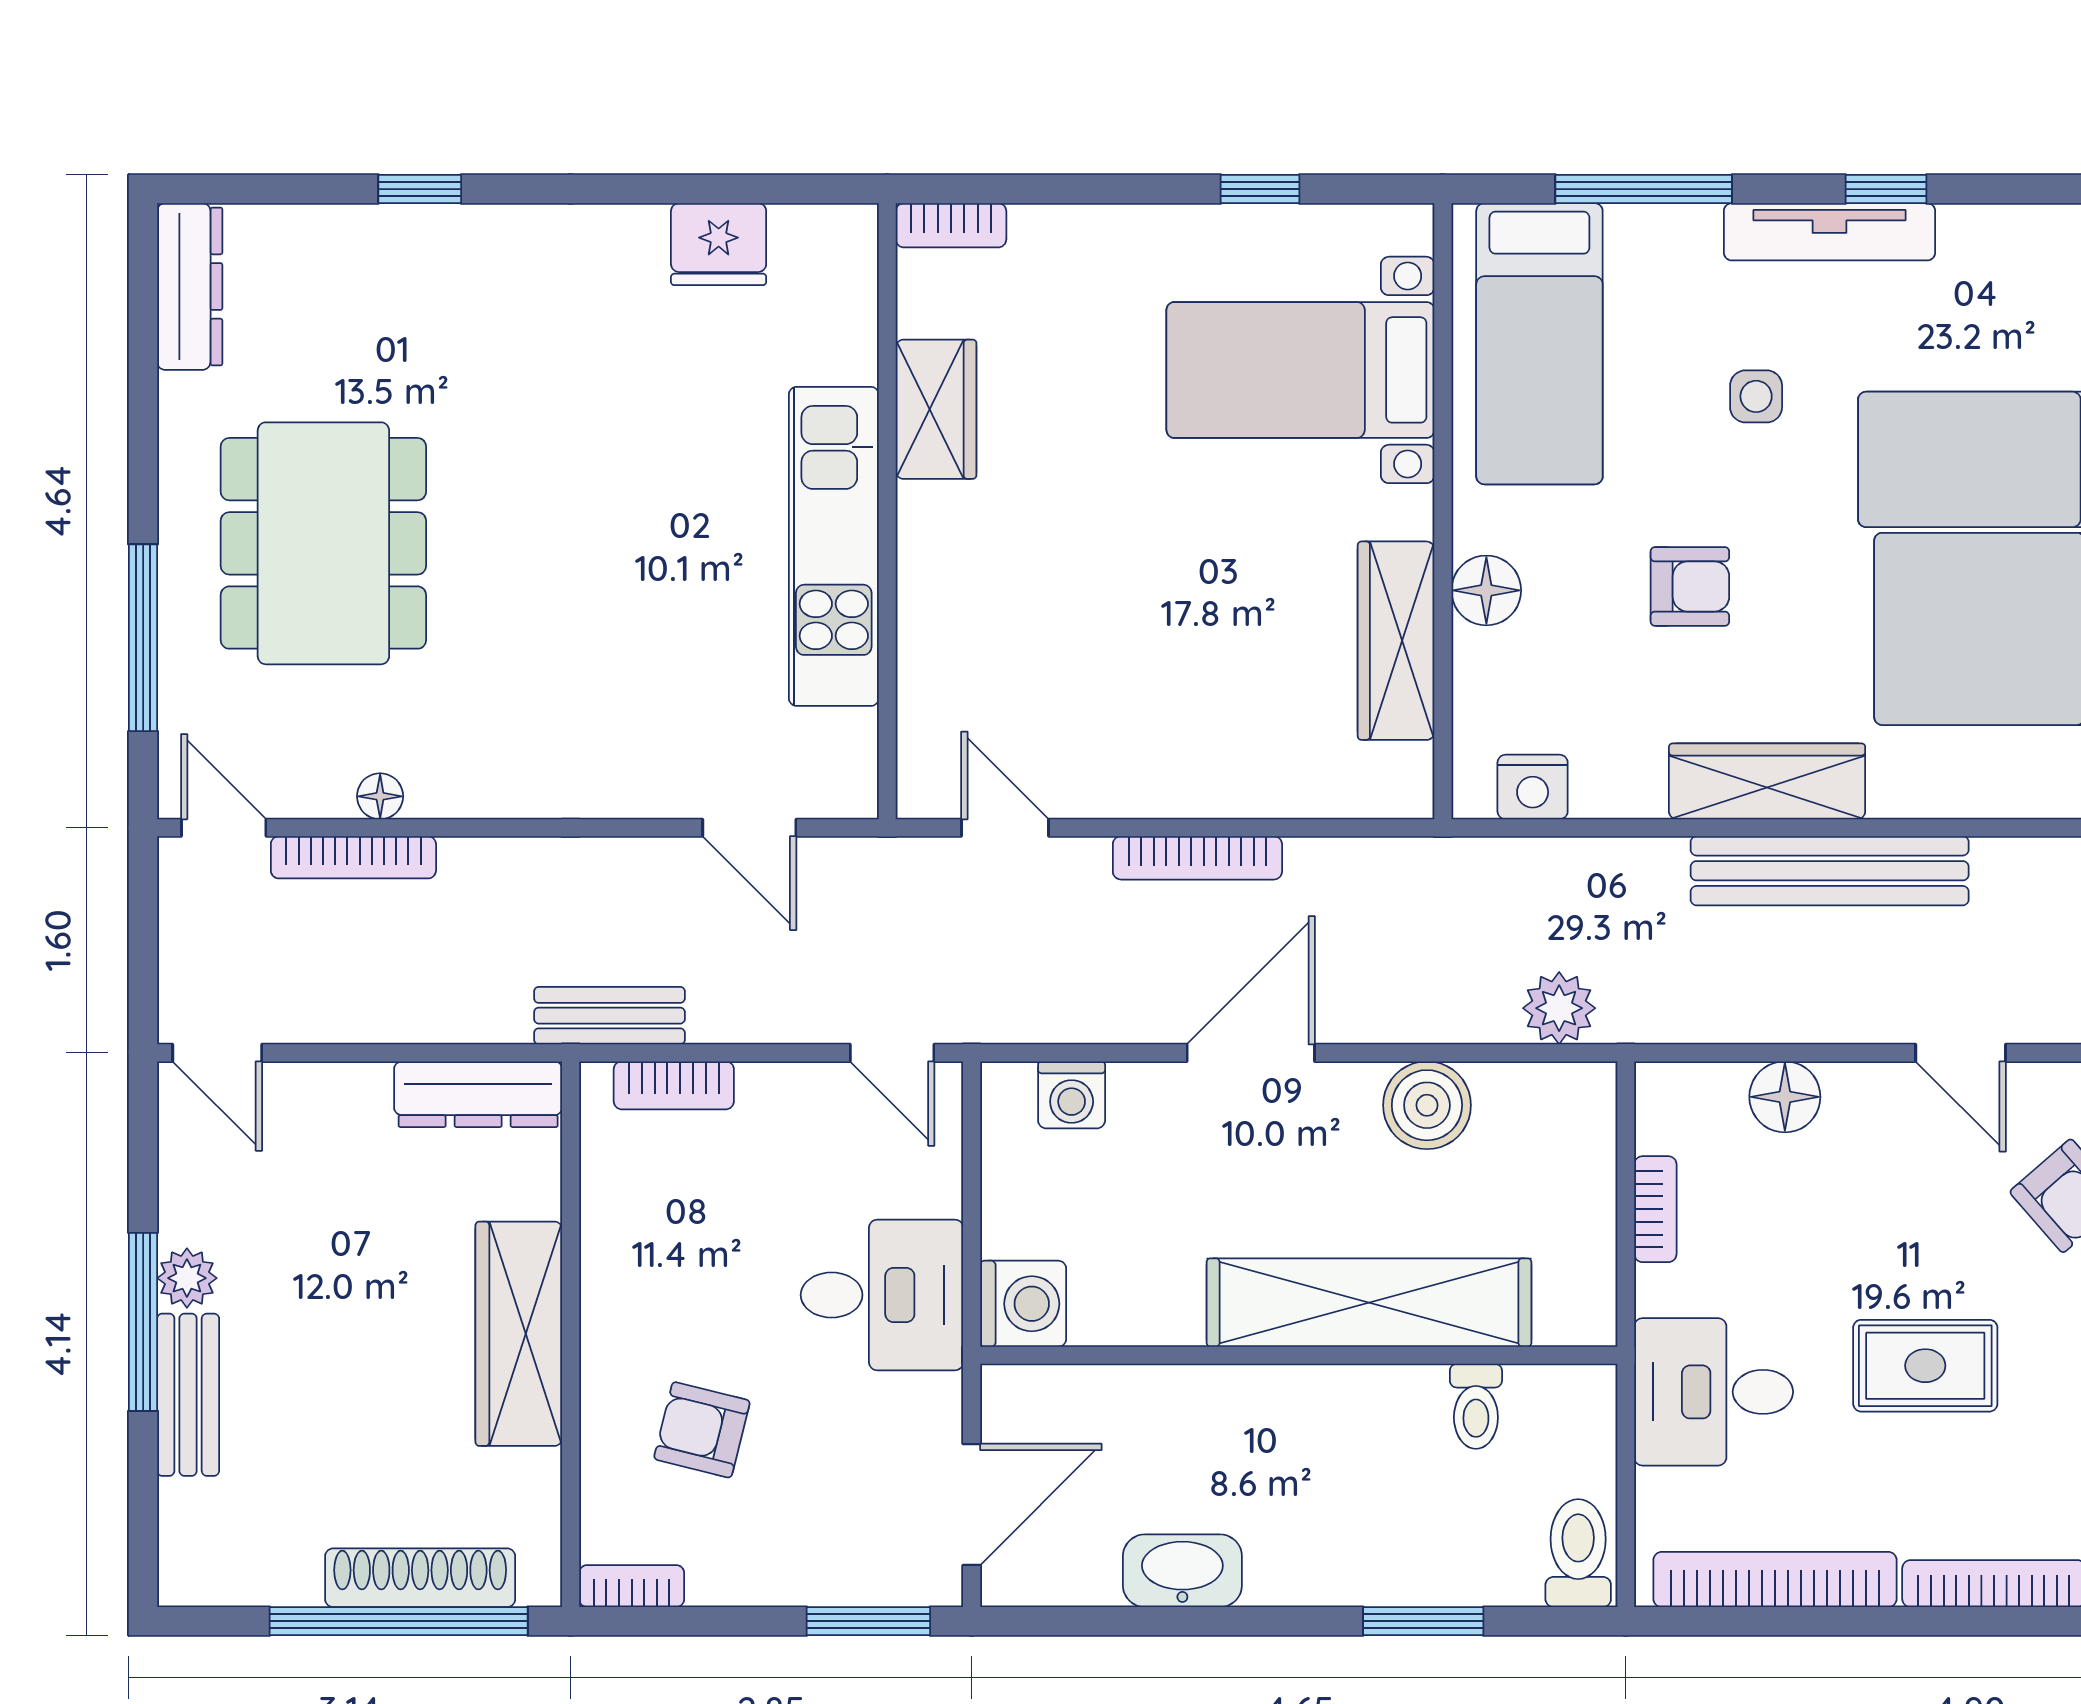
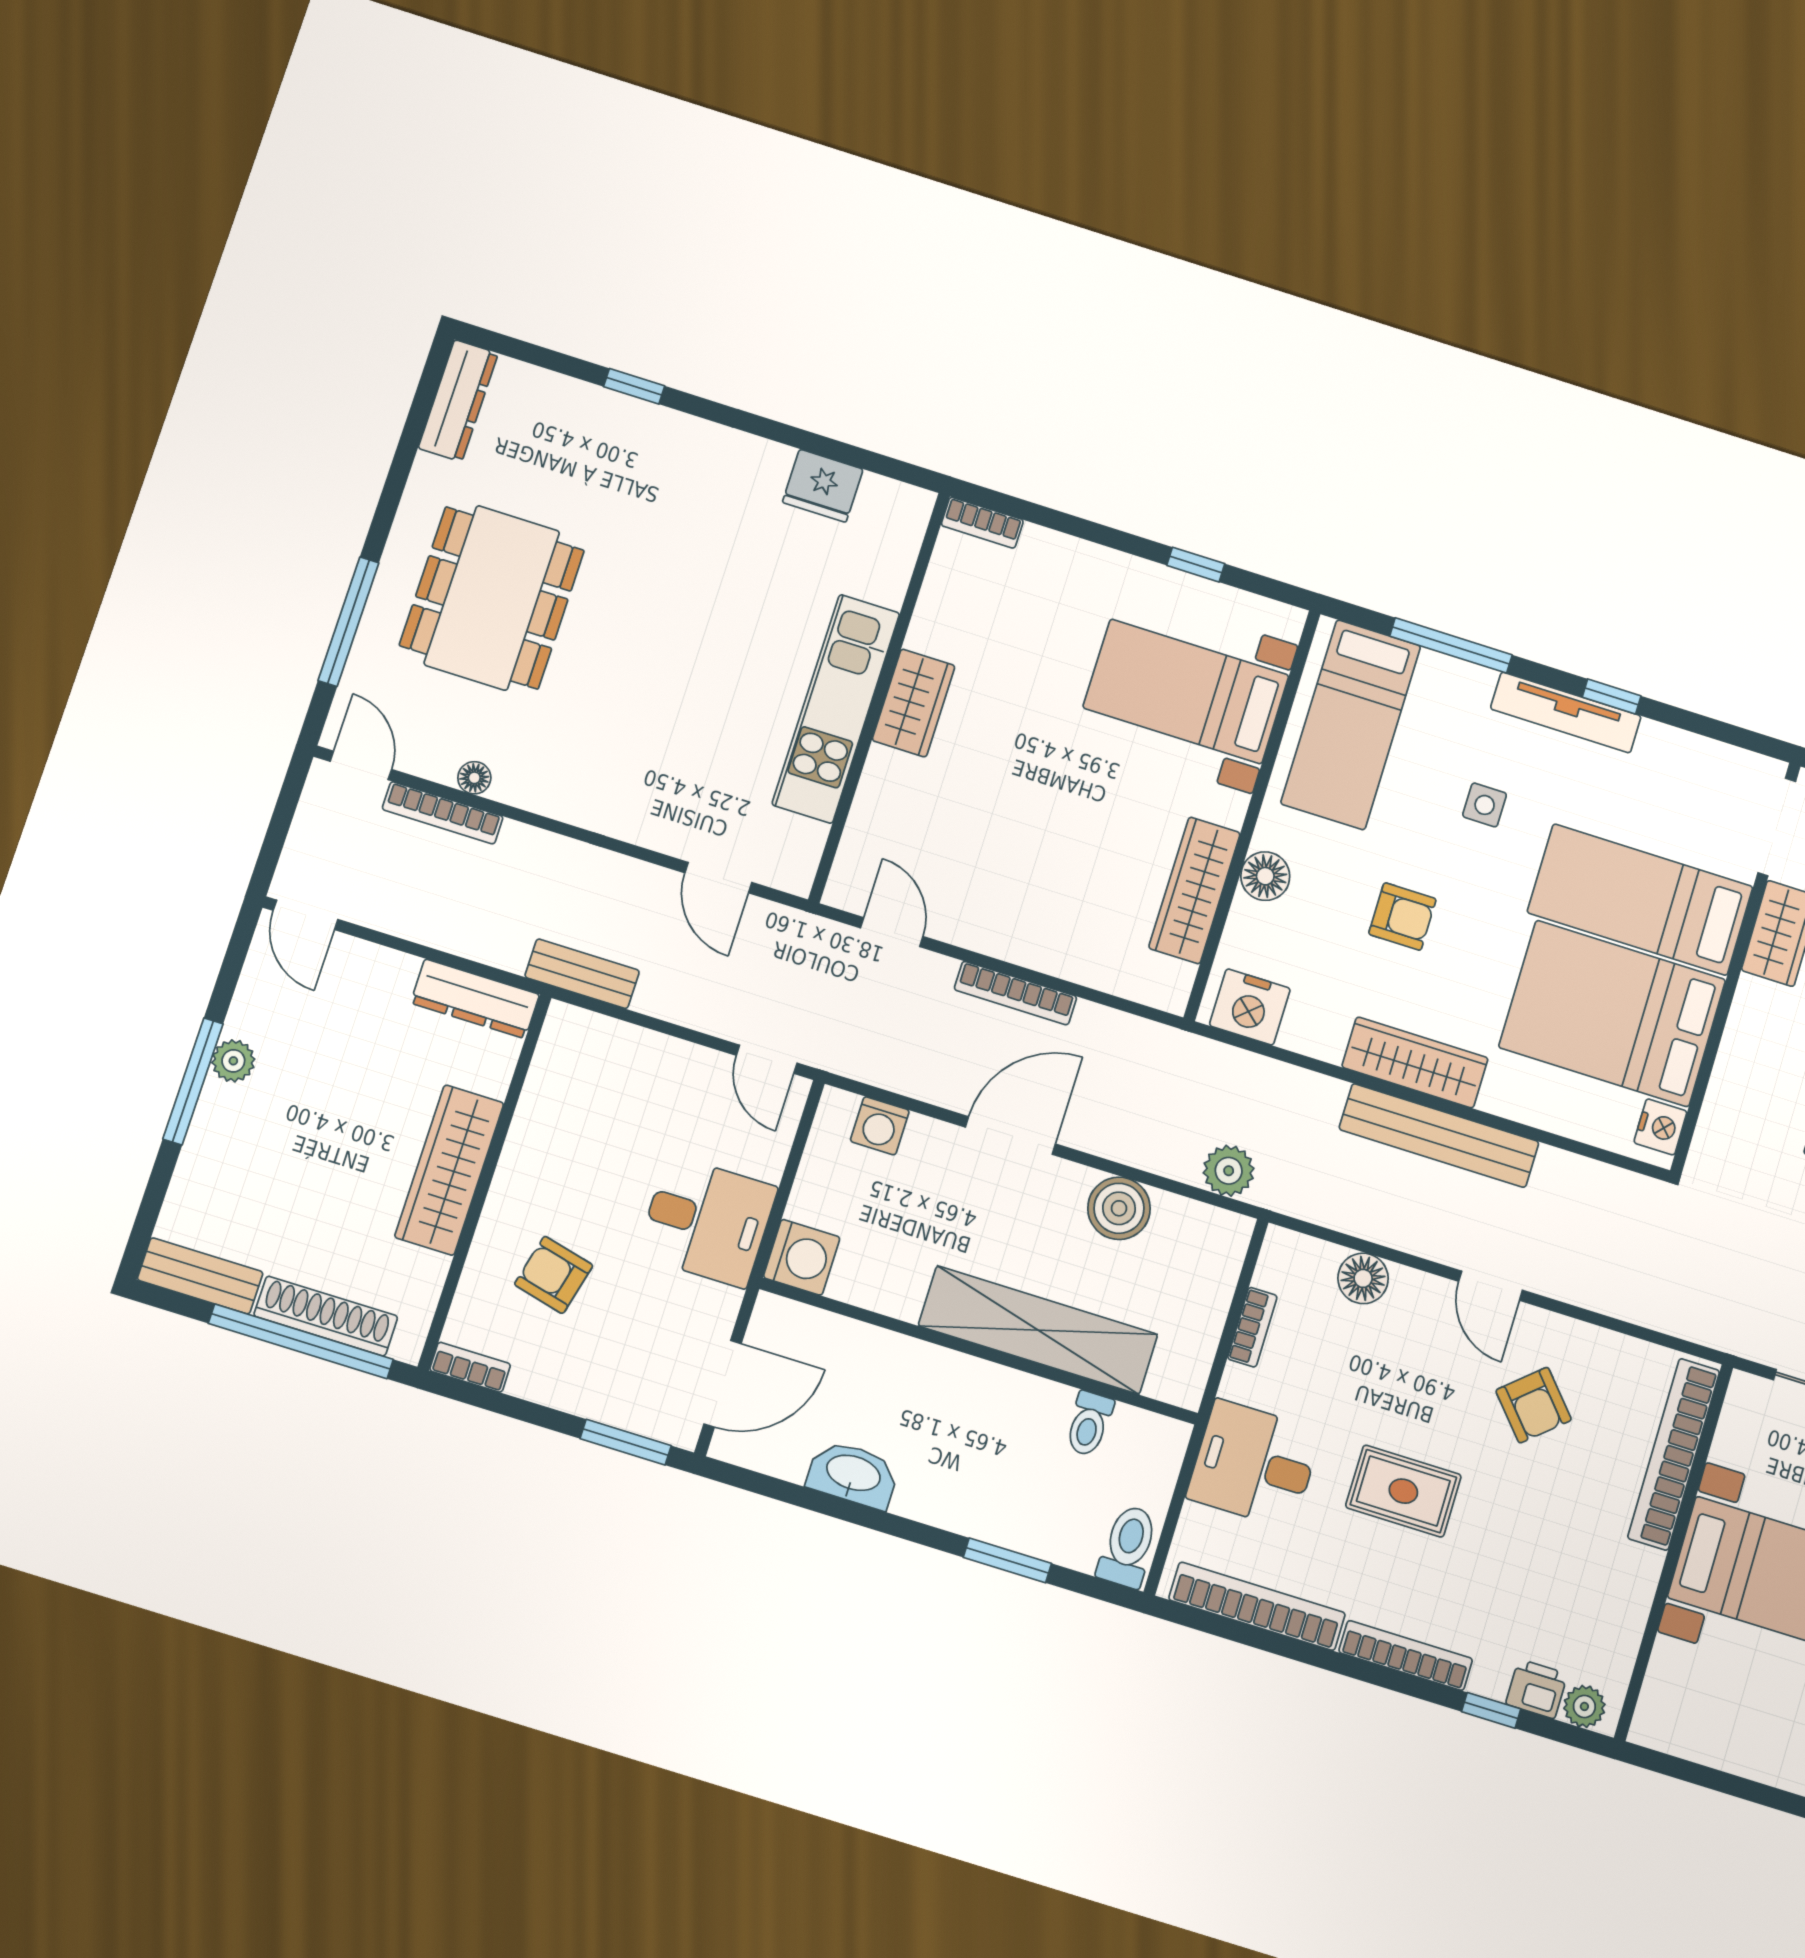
wardrobe: (936, 409) -> (914, 703), moved
nightstand: (1533, 787) -> (1250, 1007), width x1.36, depth x1.33
bookcase: (674, 1085) -> (611, 1035), removed
bench: (188, 1395) -> (200, 1276), moved, turned 90

